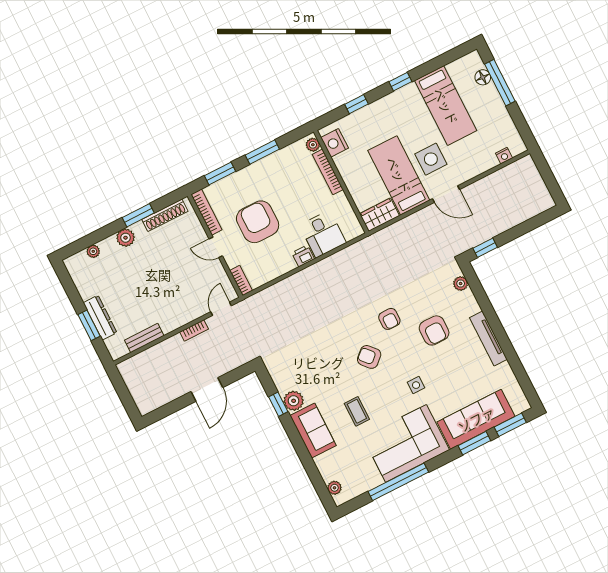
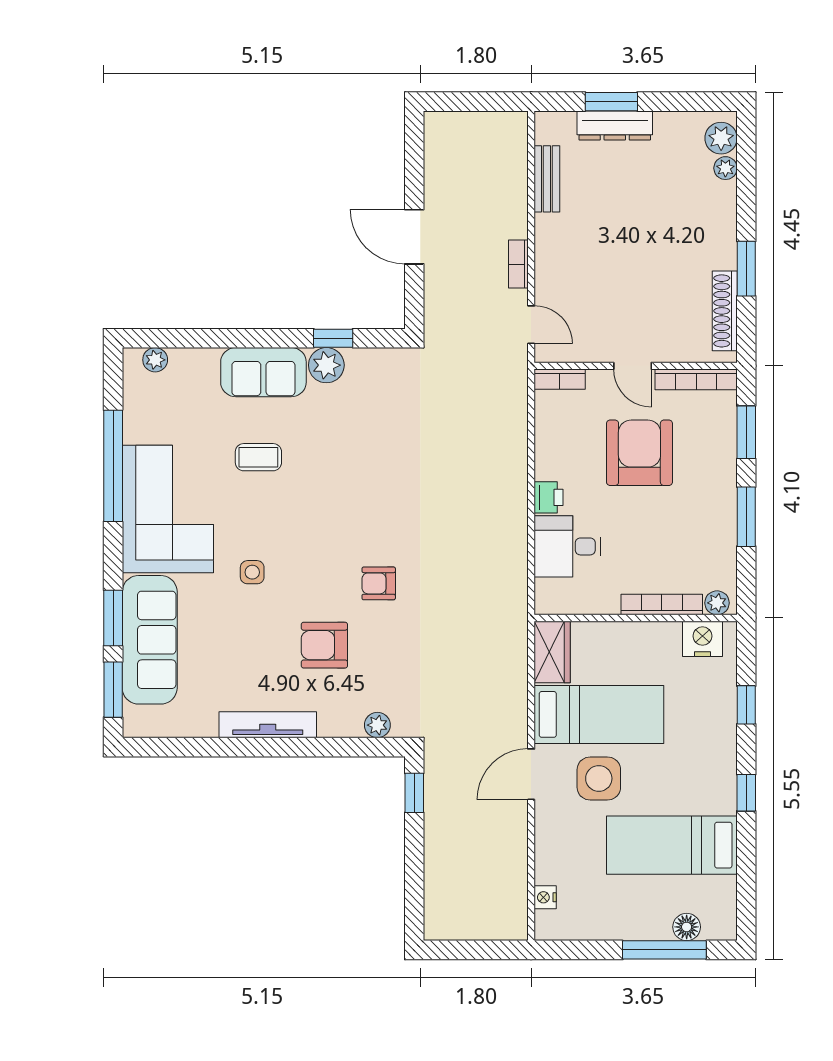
armchair: (258, 222) -> (639, 453), turned -90
plant: (126, 238) -> (721, 138), moved
door: (216, 247) -> (633, 366), swing flipped
armchair: (369, 357) -> (335, 520), removed

